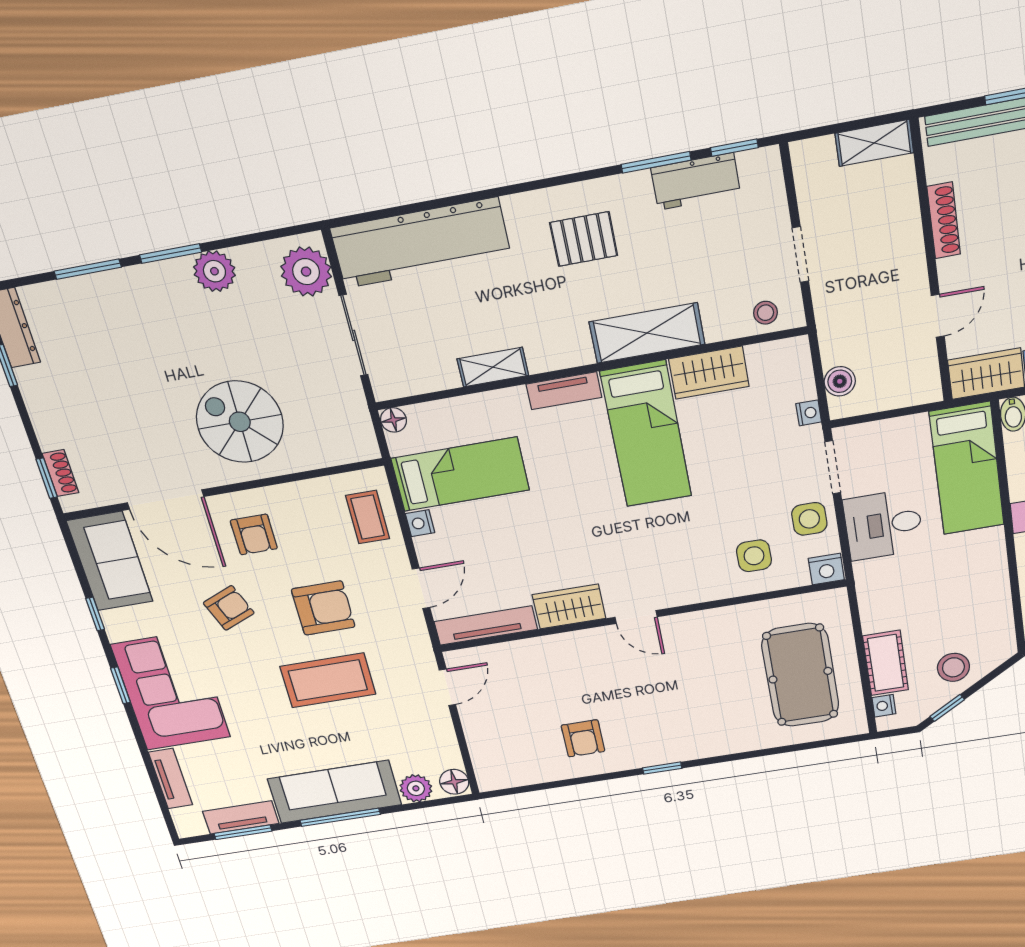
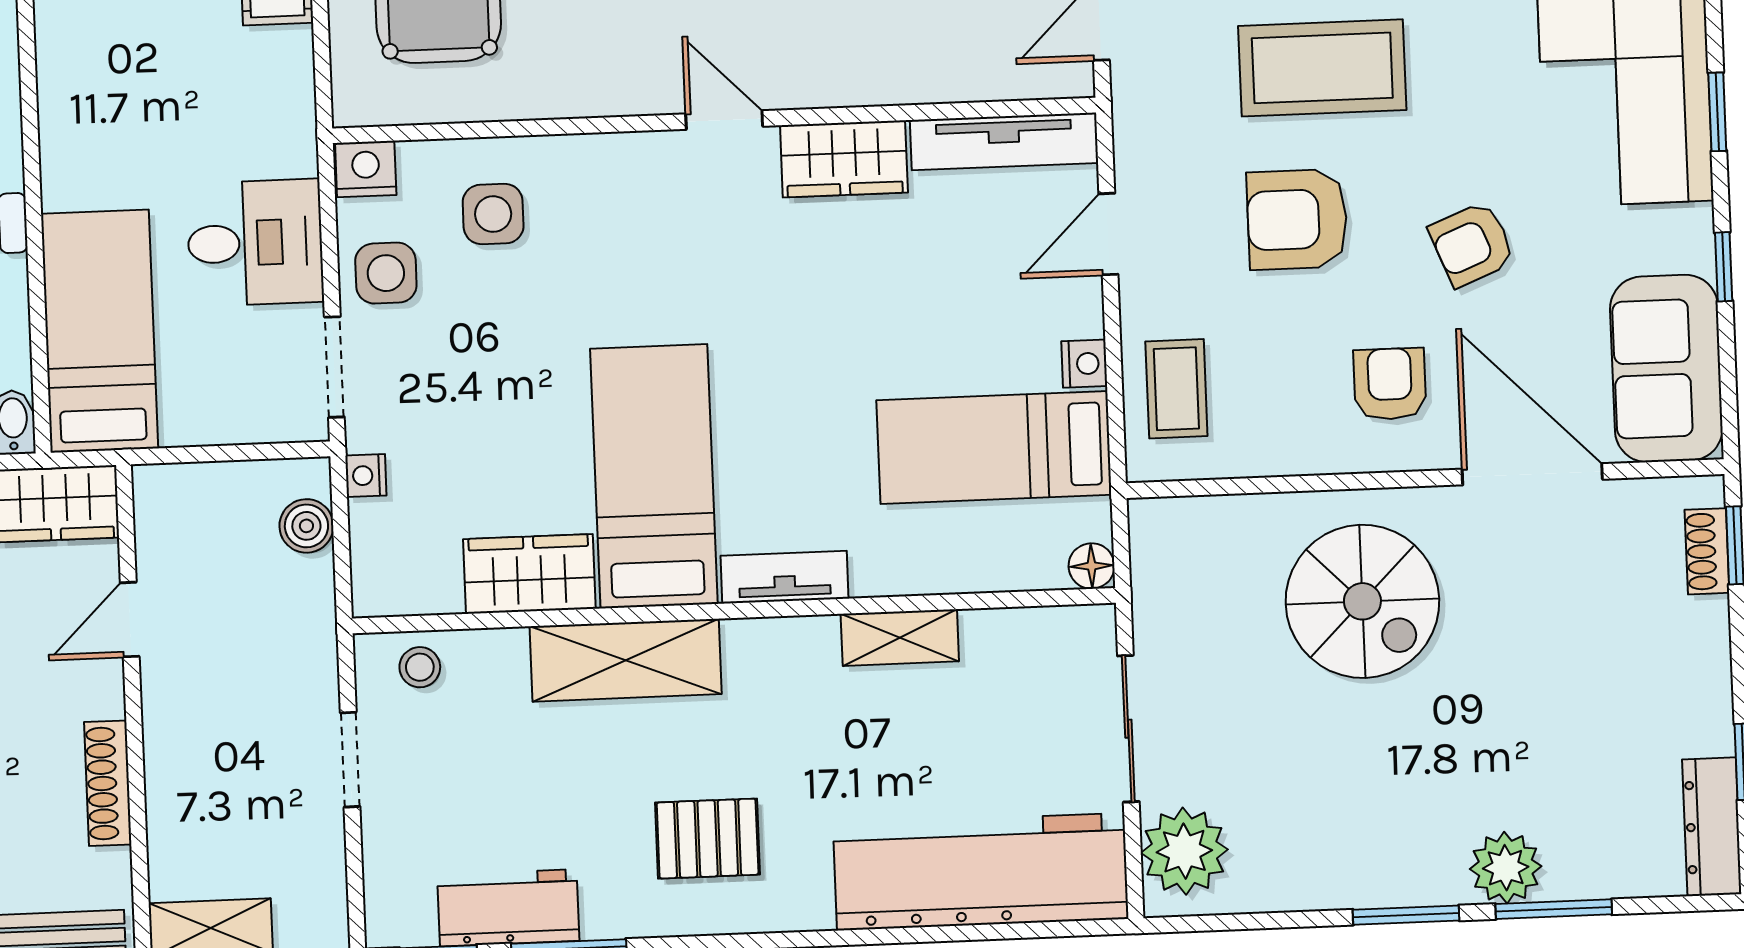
plant: (214, 271) -> (1506, 868), moved

